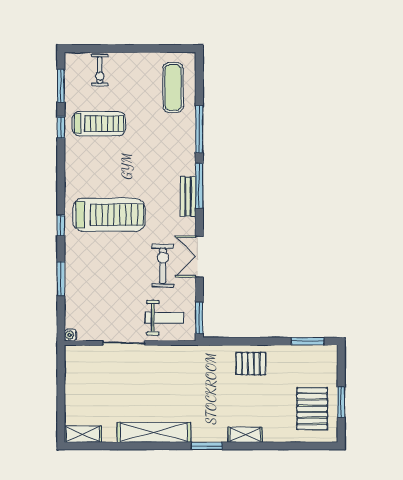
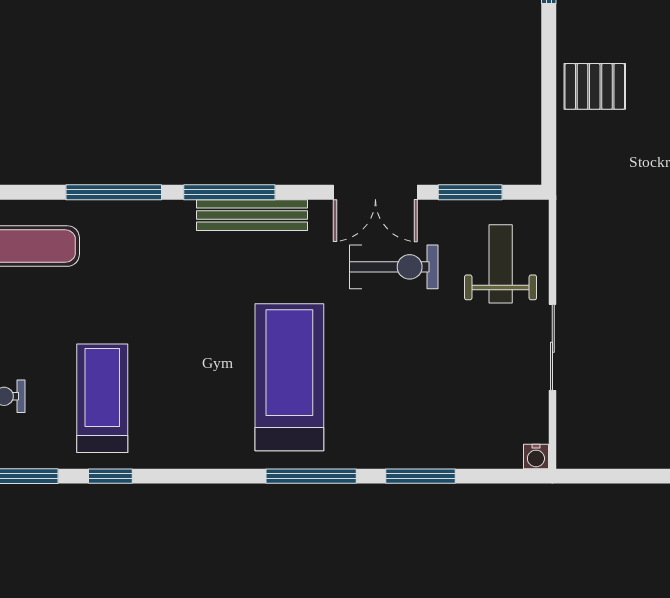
bench: (188, 197) -> (252, 215), width x1.36
window: (61, 225) -> (311, 476), width x2.17
exercise bike: (163, 266) -> (394, 267), turned 180
window: (199, 318) -> (470, 192), moved
pallet: (251, 364) -> (595, 86), turned 90

